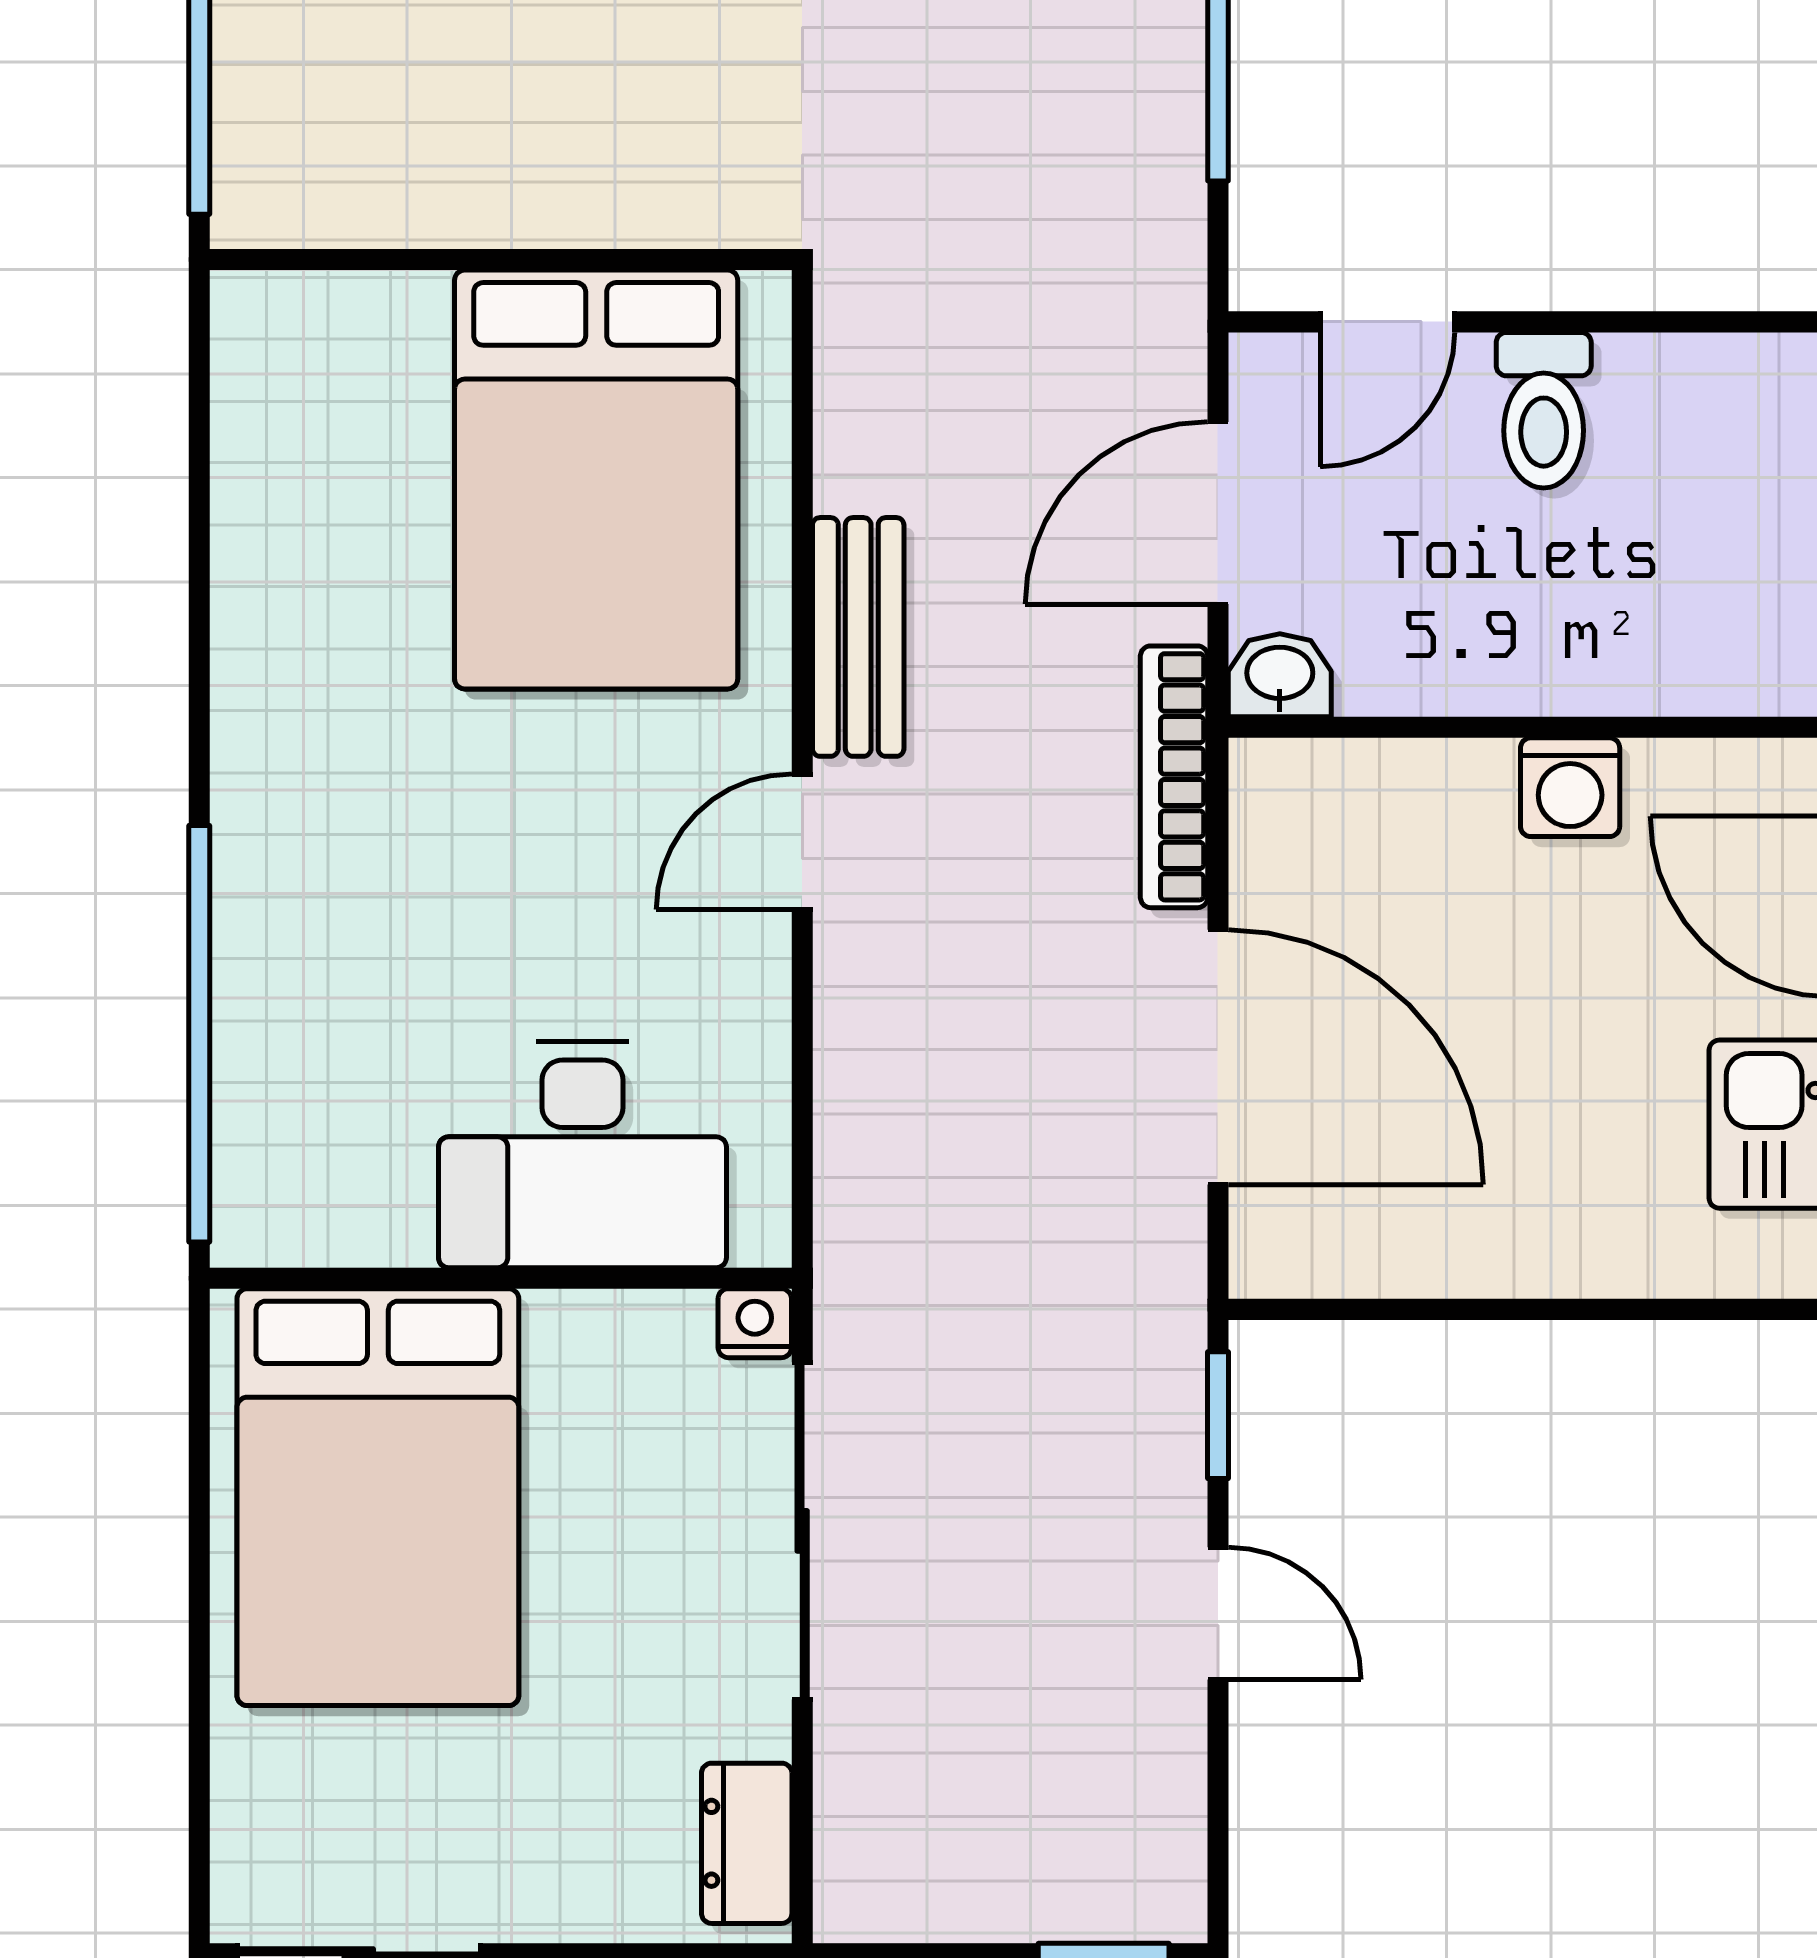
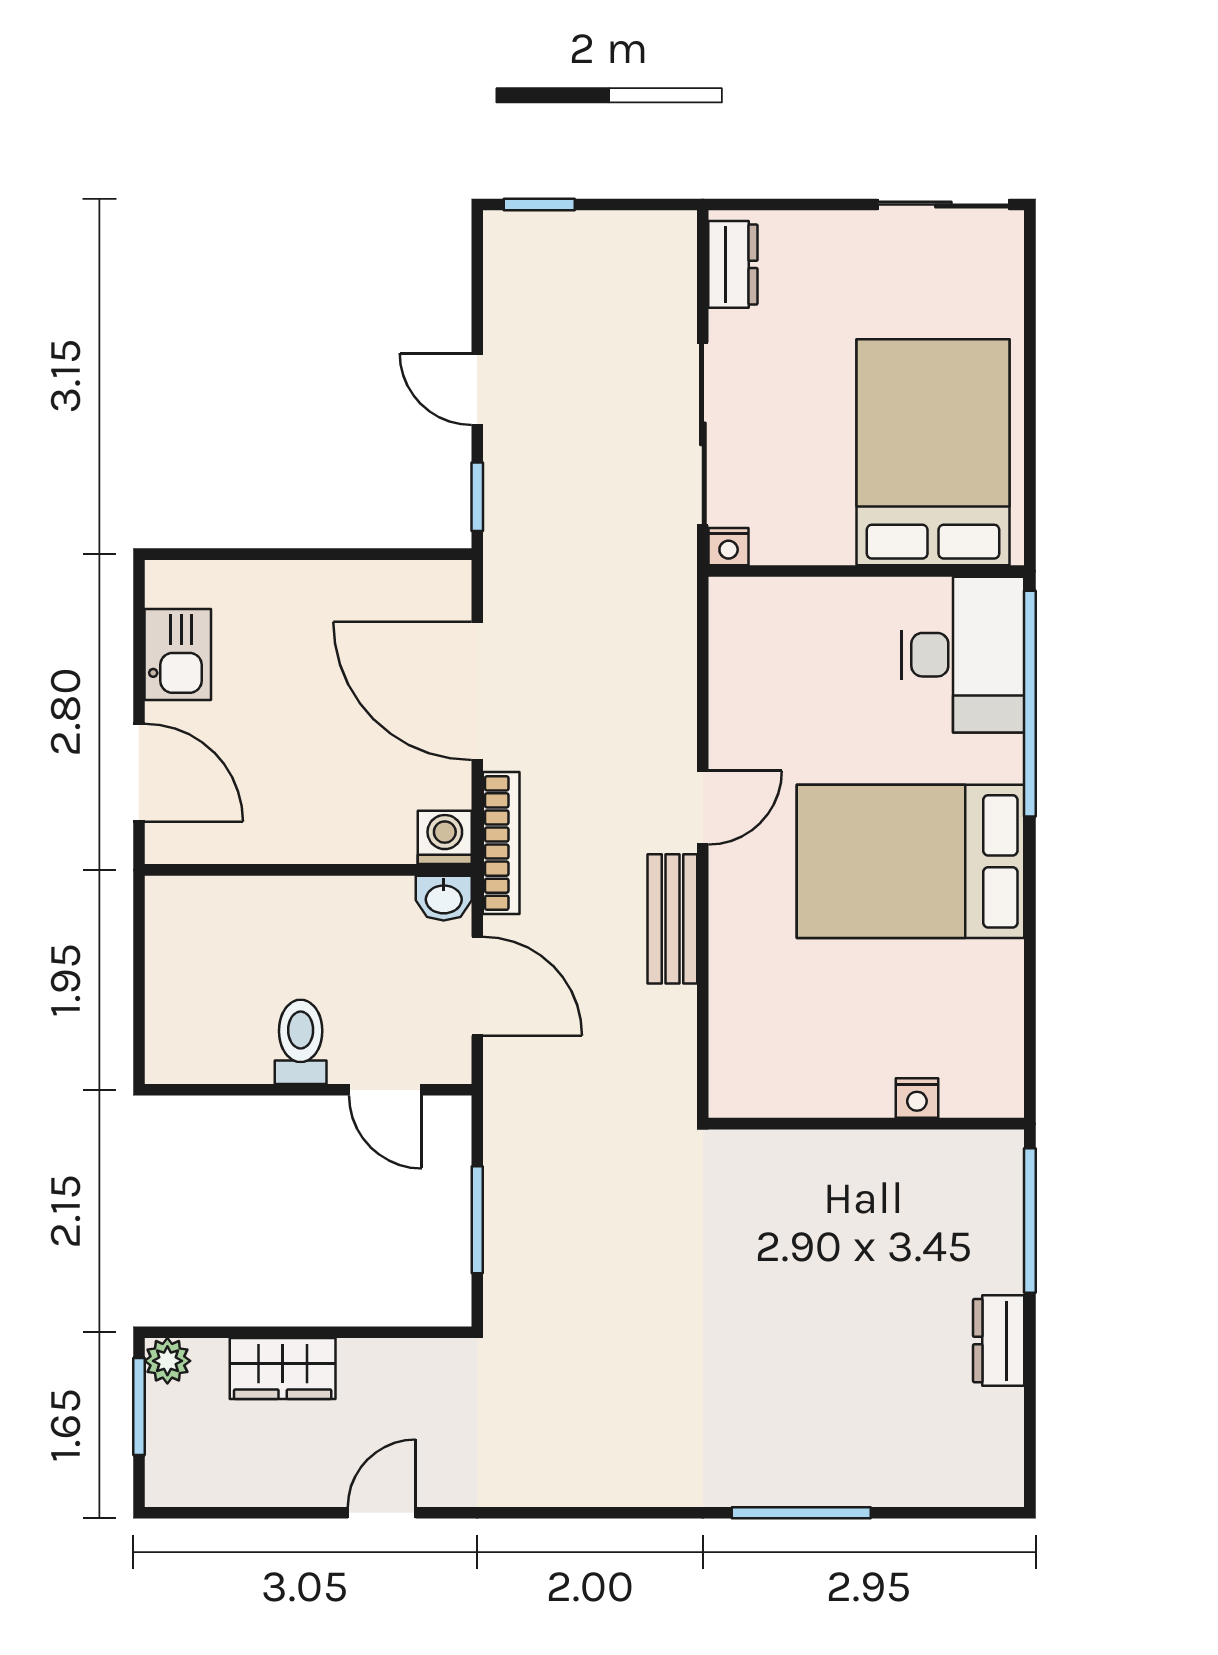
nightstand: (407, 307) -> (917, 1098), added
door: (1387, 322) -> (385, 1090), swing flipped
bed: (596, 479) -> (911, 861), moved, turned -90
door: (1218, 513) -> (477, 986), hinge flipped
washing machine: (1570, 787) -> (445, 837), moved
desk: (582, 1155) -> (963, 655), moved, turned 90

